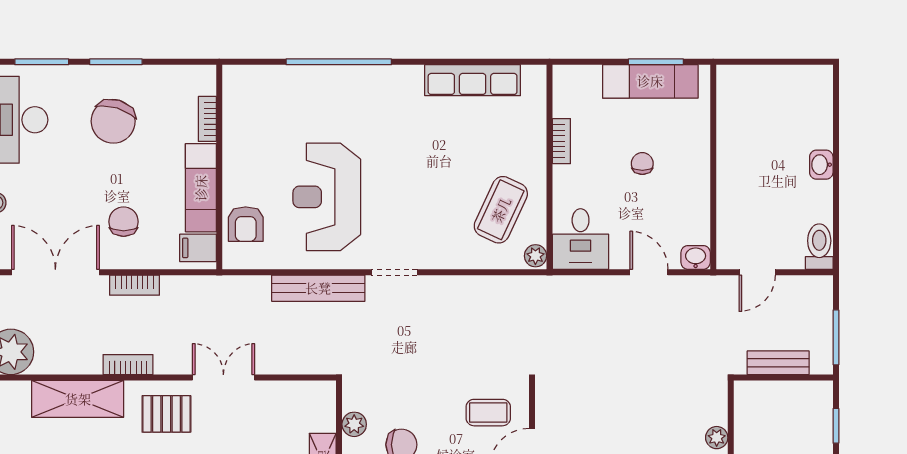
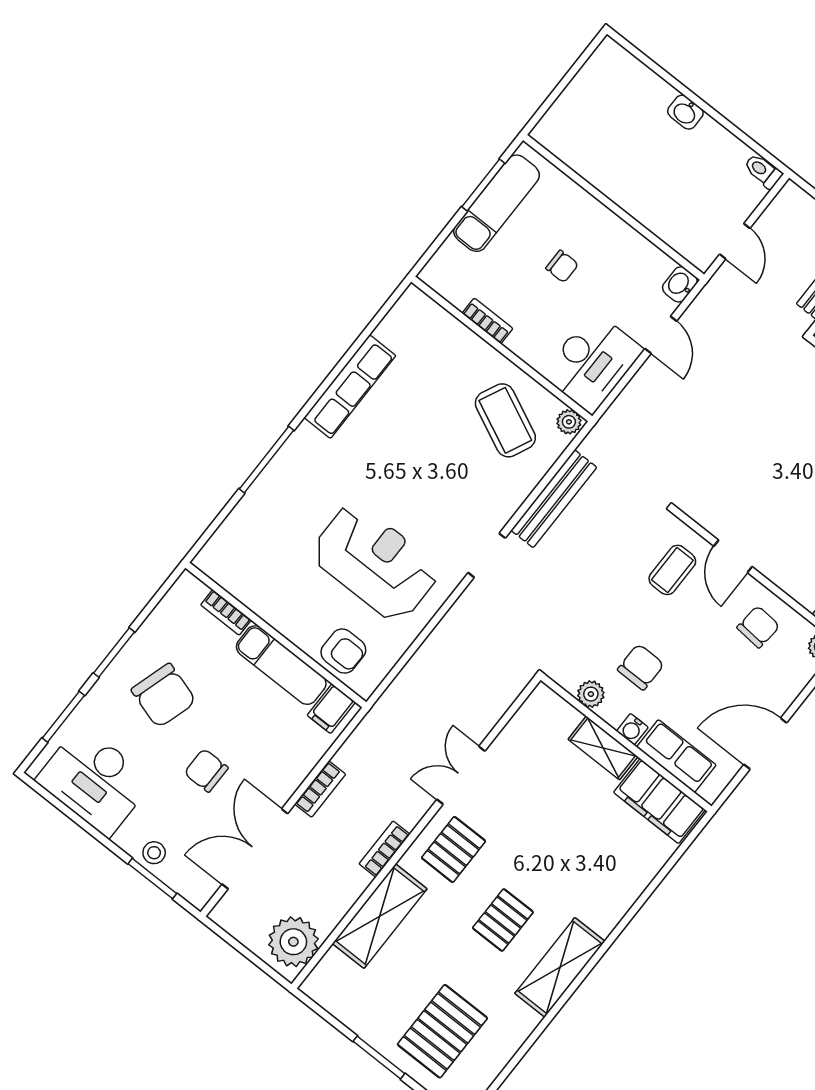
window: (339, 62) -> (266, 460), width x0.68
row of seats: (473, 80) -> (350, 387), moved
chair: (642, 163) -> (562, 266), turned 180
reception desk: (327, 197) -> (375, 562), turned 180
chair: (124, 222) -> (206, 770), moved
desk: (581, 239) -> (592, 362), width x1.37
toilet: (819, 247) -> (763, 171), width x0.73, depth x0.72
door: (649, 272) -> (661, 335), swing flipped
bench: (318, 288) -> (554, 499), moved

